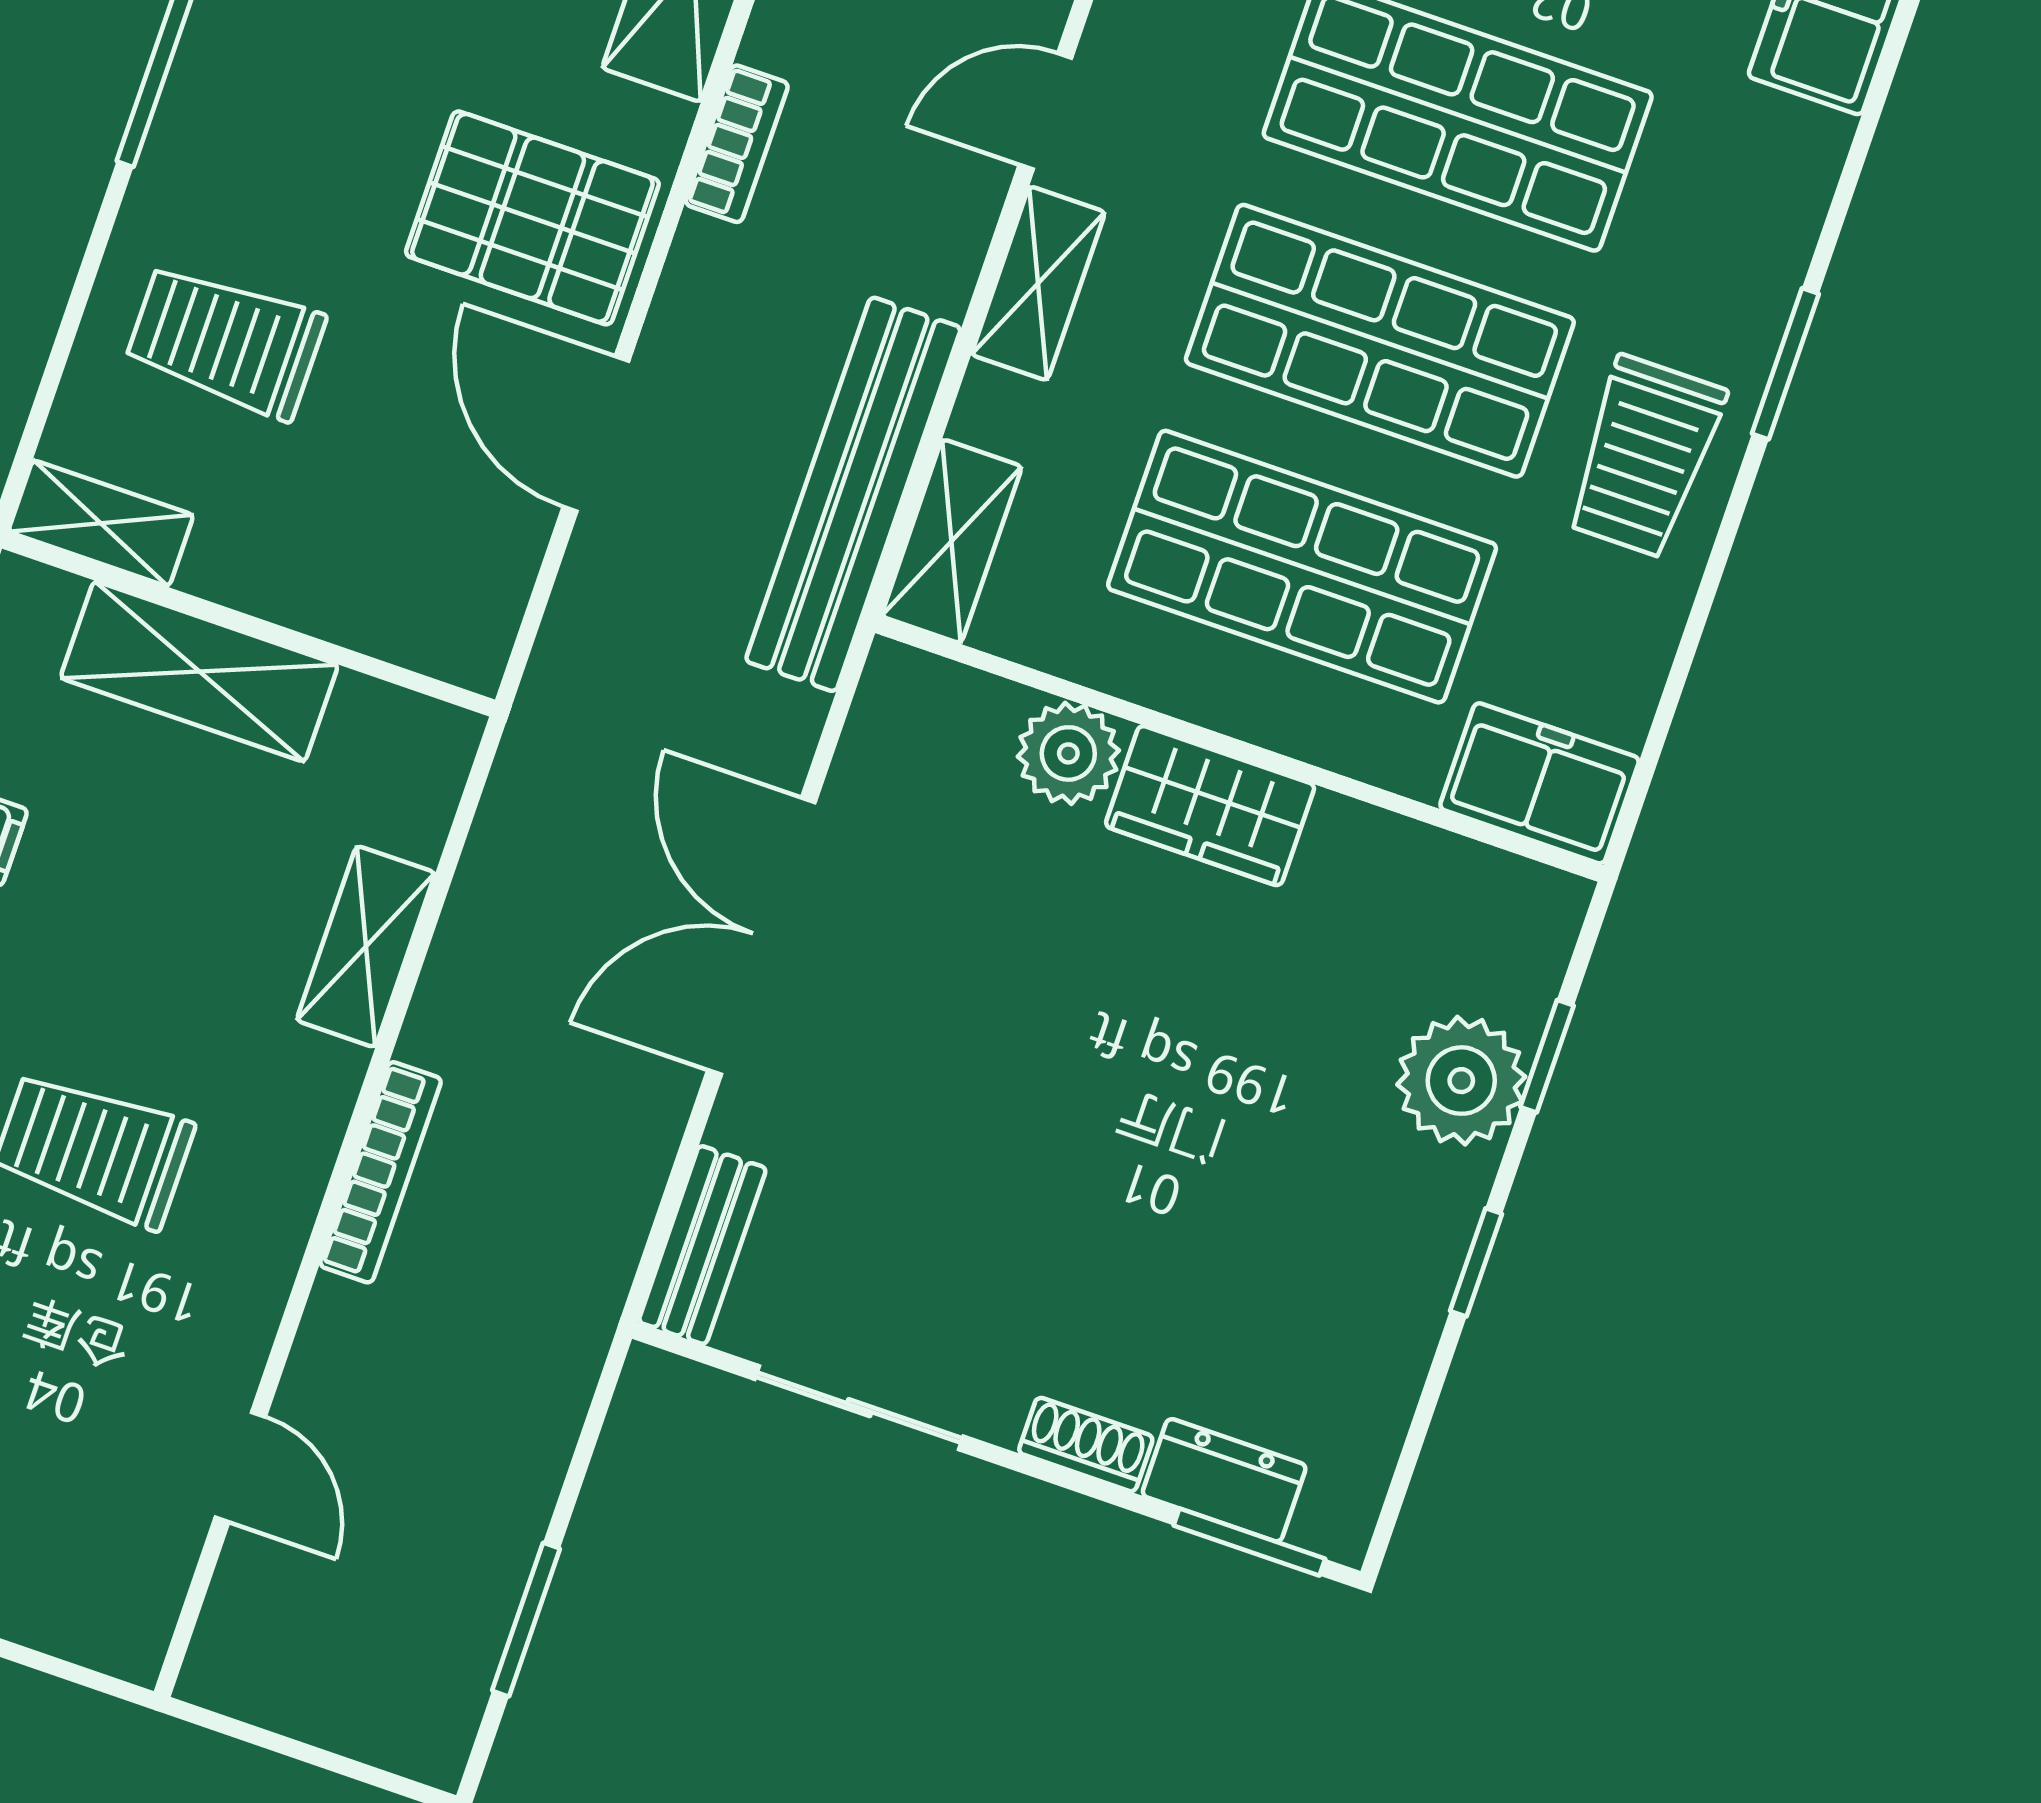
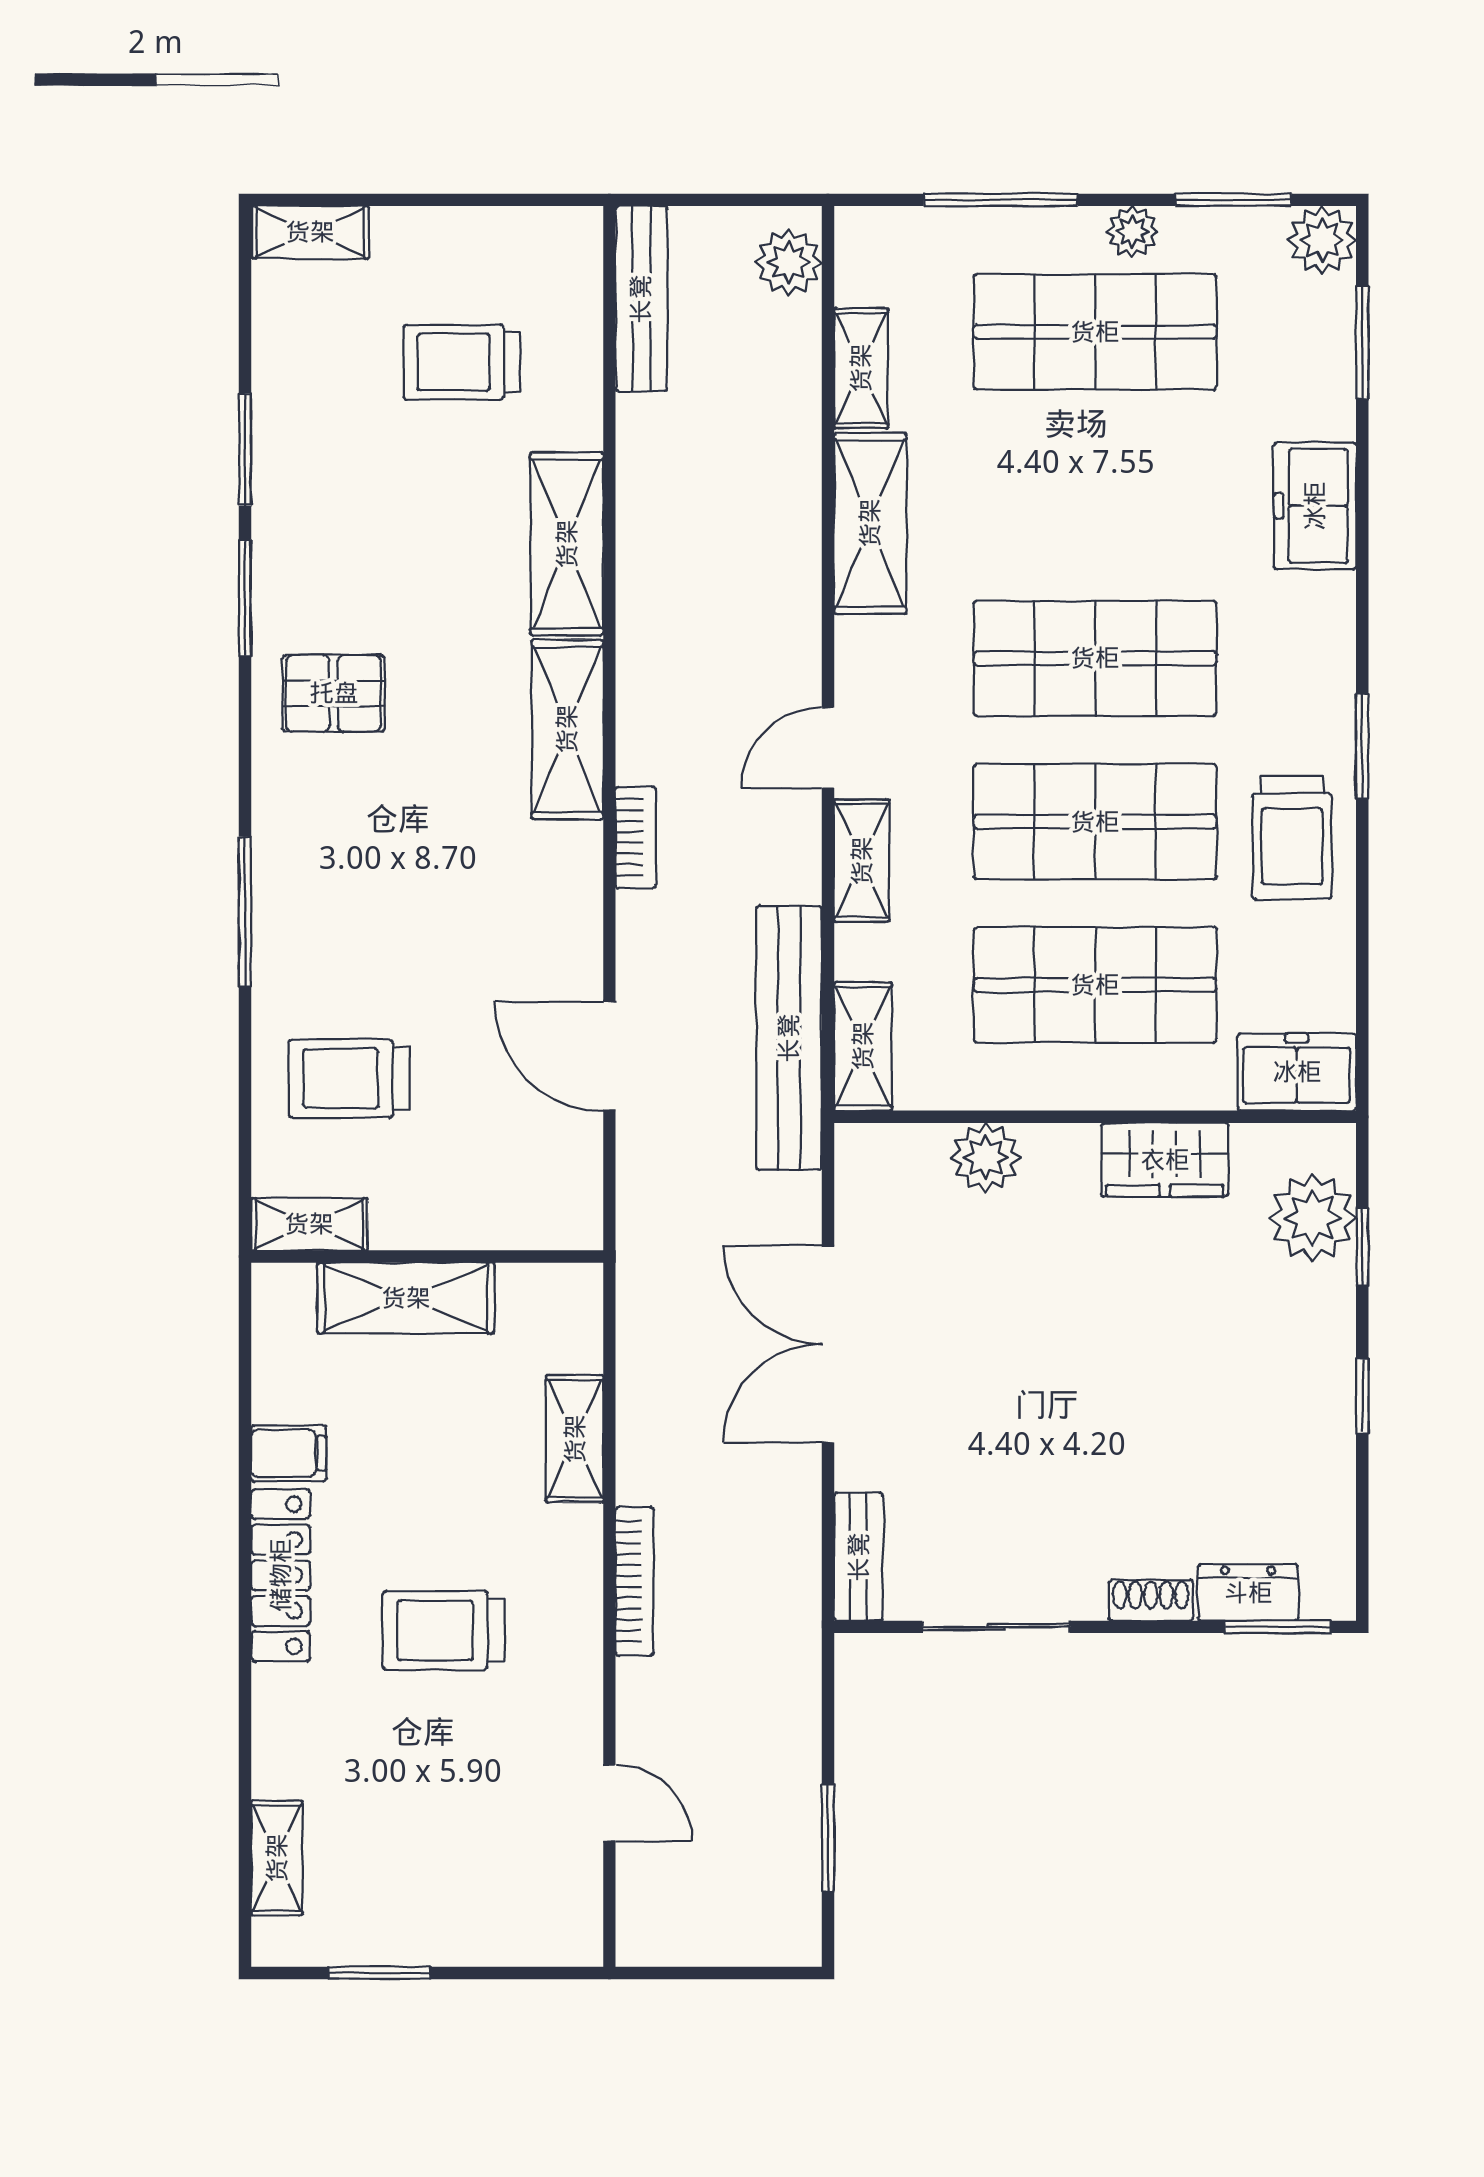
pallet: (532, 218) -> (520, 931), removed
wardrobe: (1210, 806) -> (1165, 1160), moved
plant: (1461, 1081) -> (1312, 1218), moved

